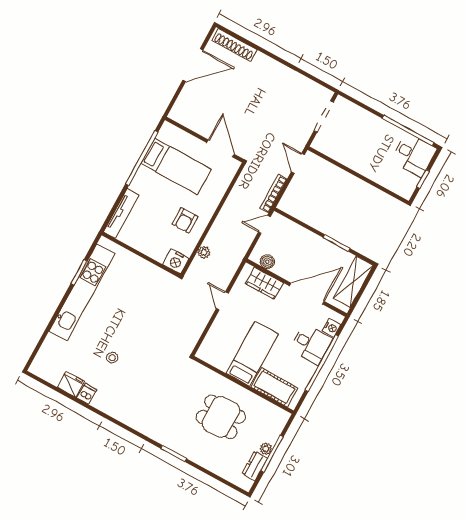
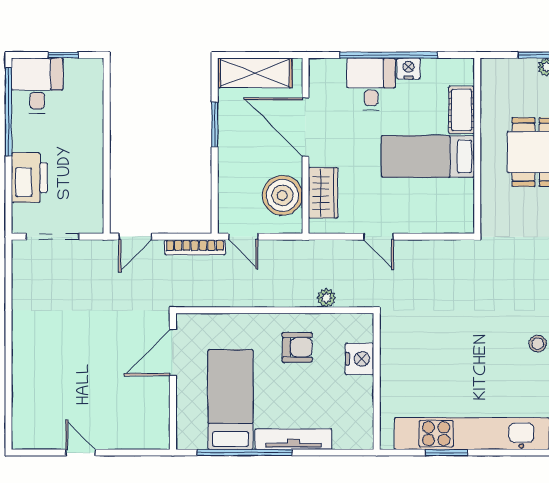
shoe rack: (234, 45) -> (22, 411), removed
door: (193, 65) -> (80, 453), width x0.53
printer: (364, 122) -> (29, 178), added
tv unit: (121, 213) -> (293, 439), moved
nightstand: (176, 261) -> (360, 359), moved
boiler: (267, 262) -> (282, 195), width x1.86, depth x1.86
door: (222, 301) -> (379, 237), hinge flipped
nightstand: (331, 328) -> (409, 69), moved
cot: (274, 387) -> (461, 110), width x0.73, depth x0.75

